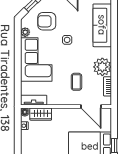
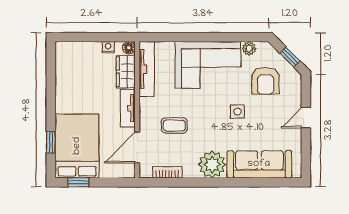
armchair: (47, 21) -> (265, 81), turned 180
plant: (102, 67) -> (212, 164), moved
tv unit: (34, 100) -> (147, 69), width x1.41
tv unit: (65, 113) -> (128, 108), added

